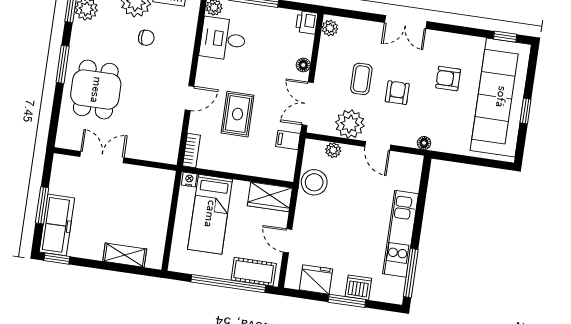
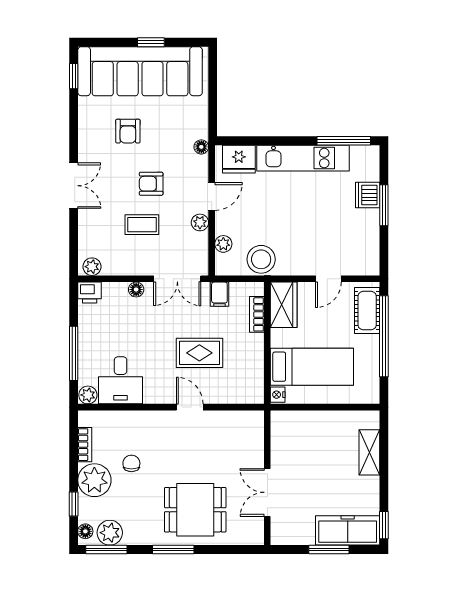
plant: (350, 124) -> (200, 222), width x0.53, depth x0.53
bookcase: (191, 151) -> (257, 314), moved, turned -90
fridge: (316, 279) -> (239, 159), moved, turned -90

